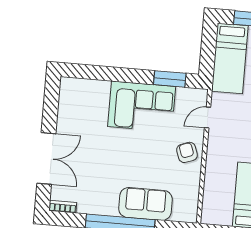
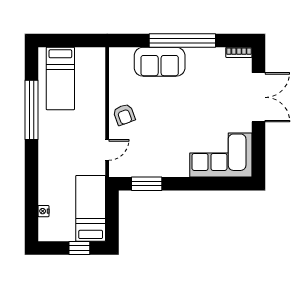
corner sofa: (142, 106) -> (221, 155), moved
double door: (46, 158) -> (259, 97), swing flipped

